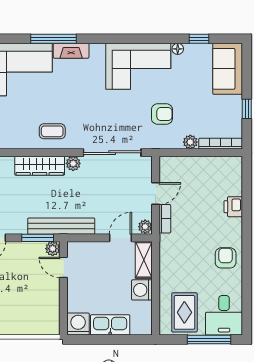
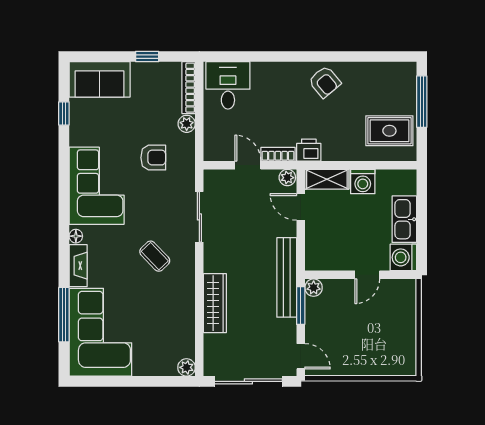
window: (53, 39) -> (64, 315), moved
floor lamp: (178, 49) -> (76, 236), moved
armchair: (162, 114) -> (153, 158), turned 90
coffee table: (52, 131) -> (155, 256), moved, turned -44
sliding door: (112, 153) -> (199, 217), width x0.73
plant: (73, 163) -> (212, 263), removed
printer: (233, 207) -> (309, 150), moved, turned 180
armchair: (226, 258) -> (325, 82), turned -130
door: (63, 267) -> (367, 275), moved
desk: (224, 315) -> (228, 85), moved, turned -90

